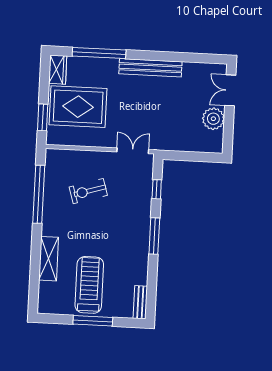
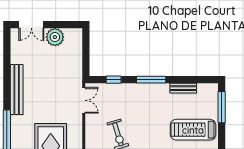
double door: (133, 151) -> (84, 100), swing flipped
bench: (140, 302) -> (183, 88), moved
window: (93, 321) -> (222, 107), moved

